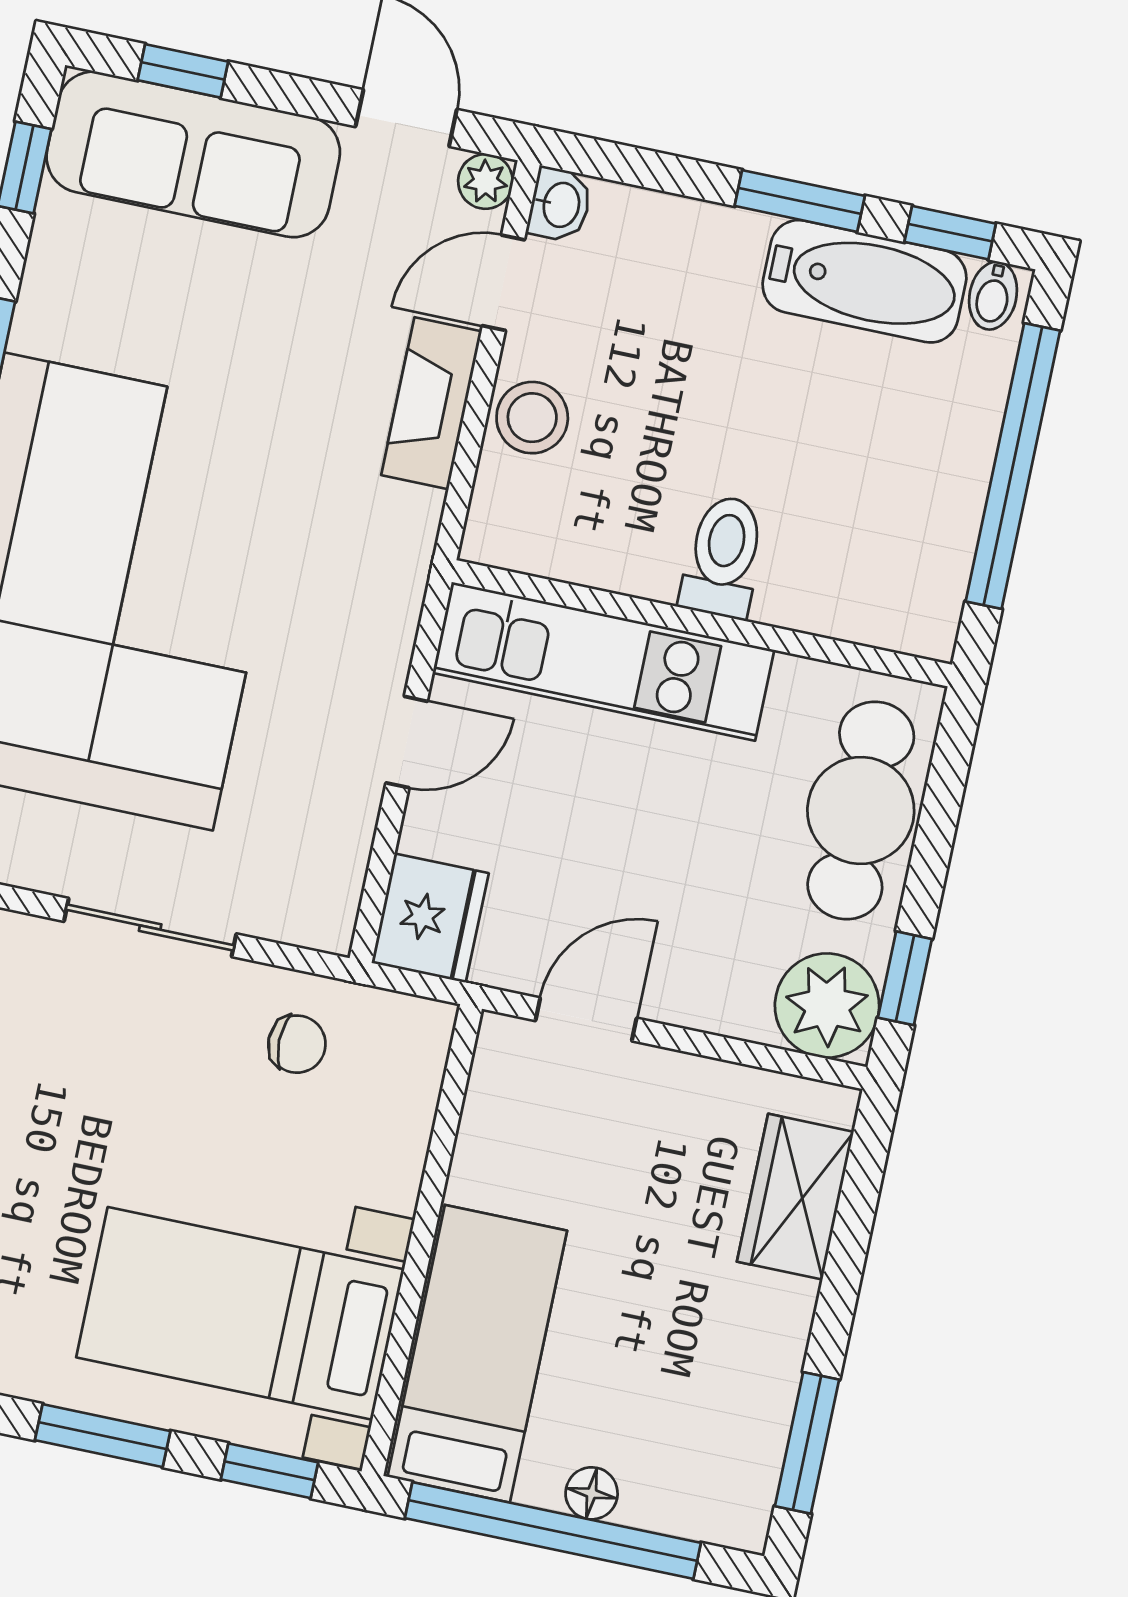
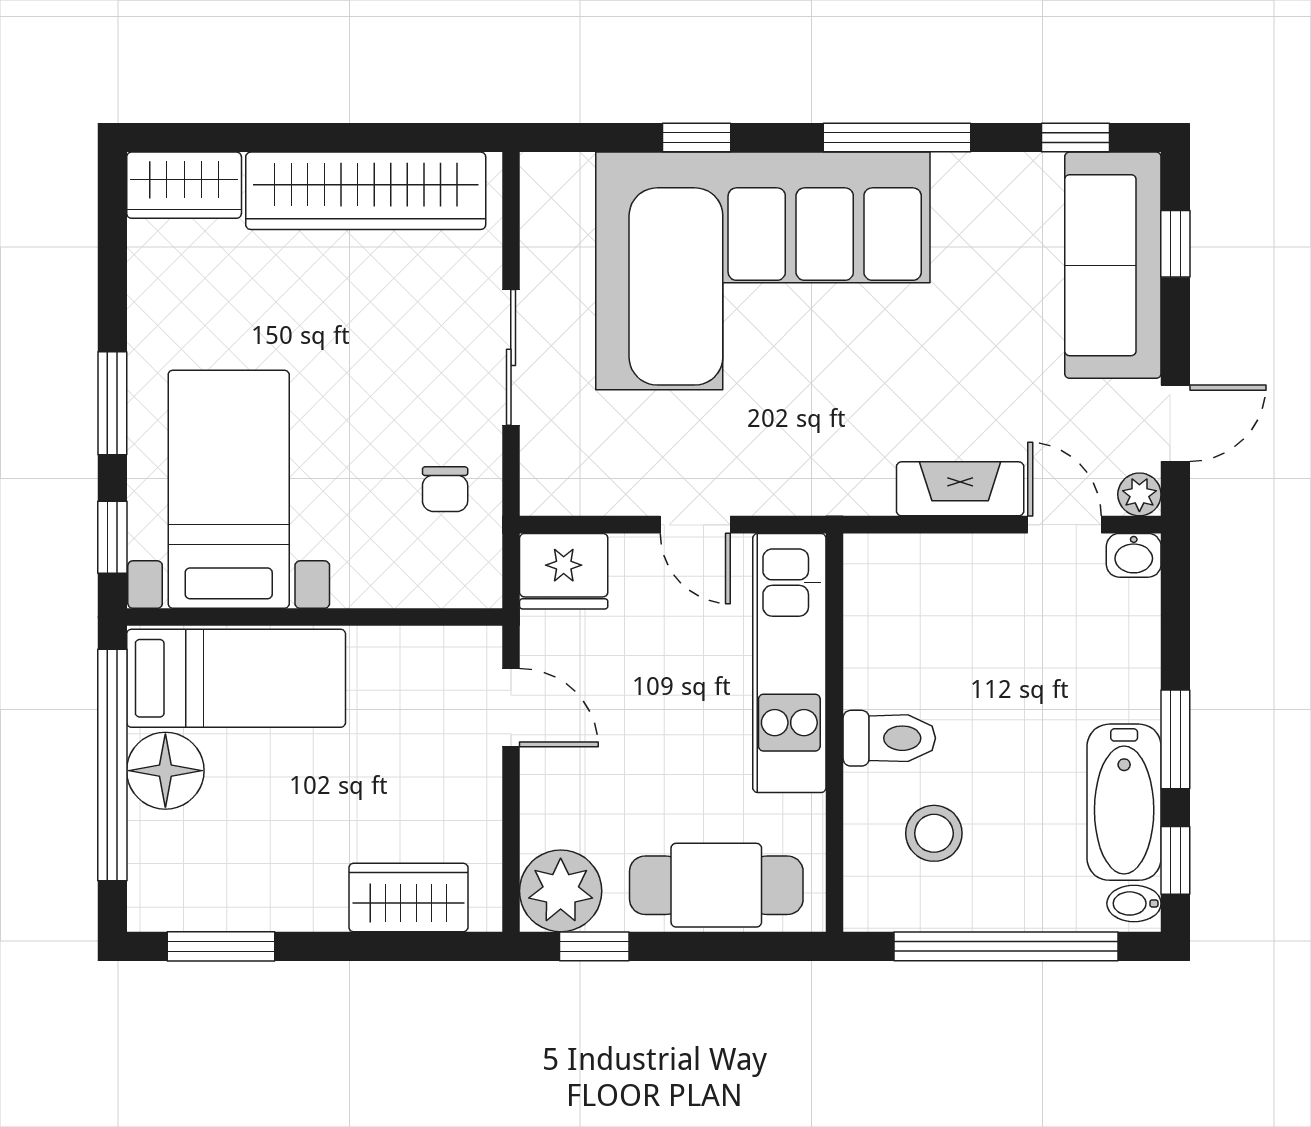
stool: (532, 418) -> (934, 833), moved
floor lamp: (592, 1493) -> (165, 771), width x1.89, depth x1.89

